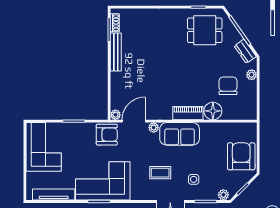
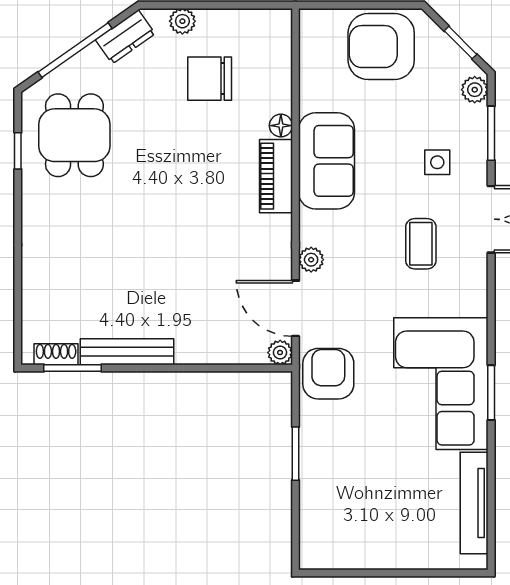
floor lamp: (213, 111) -> (281, 126), width x0.53, depth x0.53
sofa: (180, 134) -> (326, 161), moved
corner sofa: (44, 147) -> (358, 527), removed

